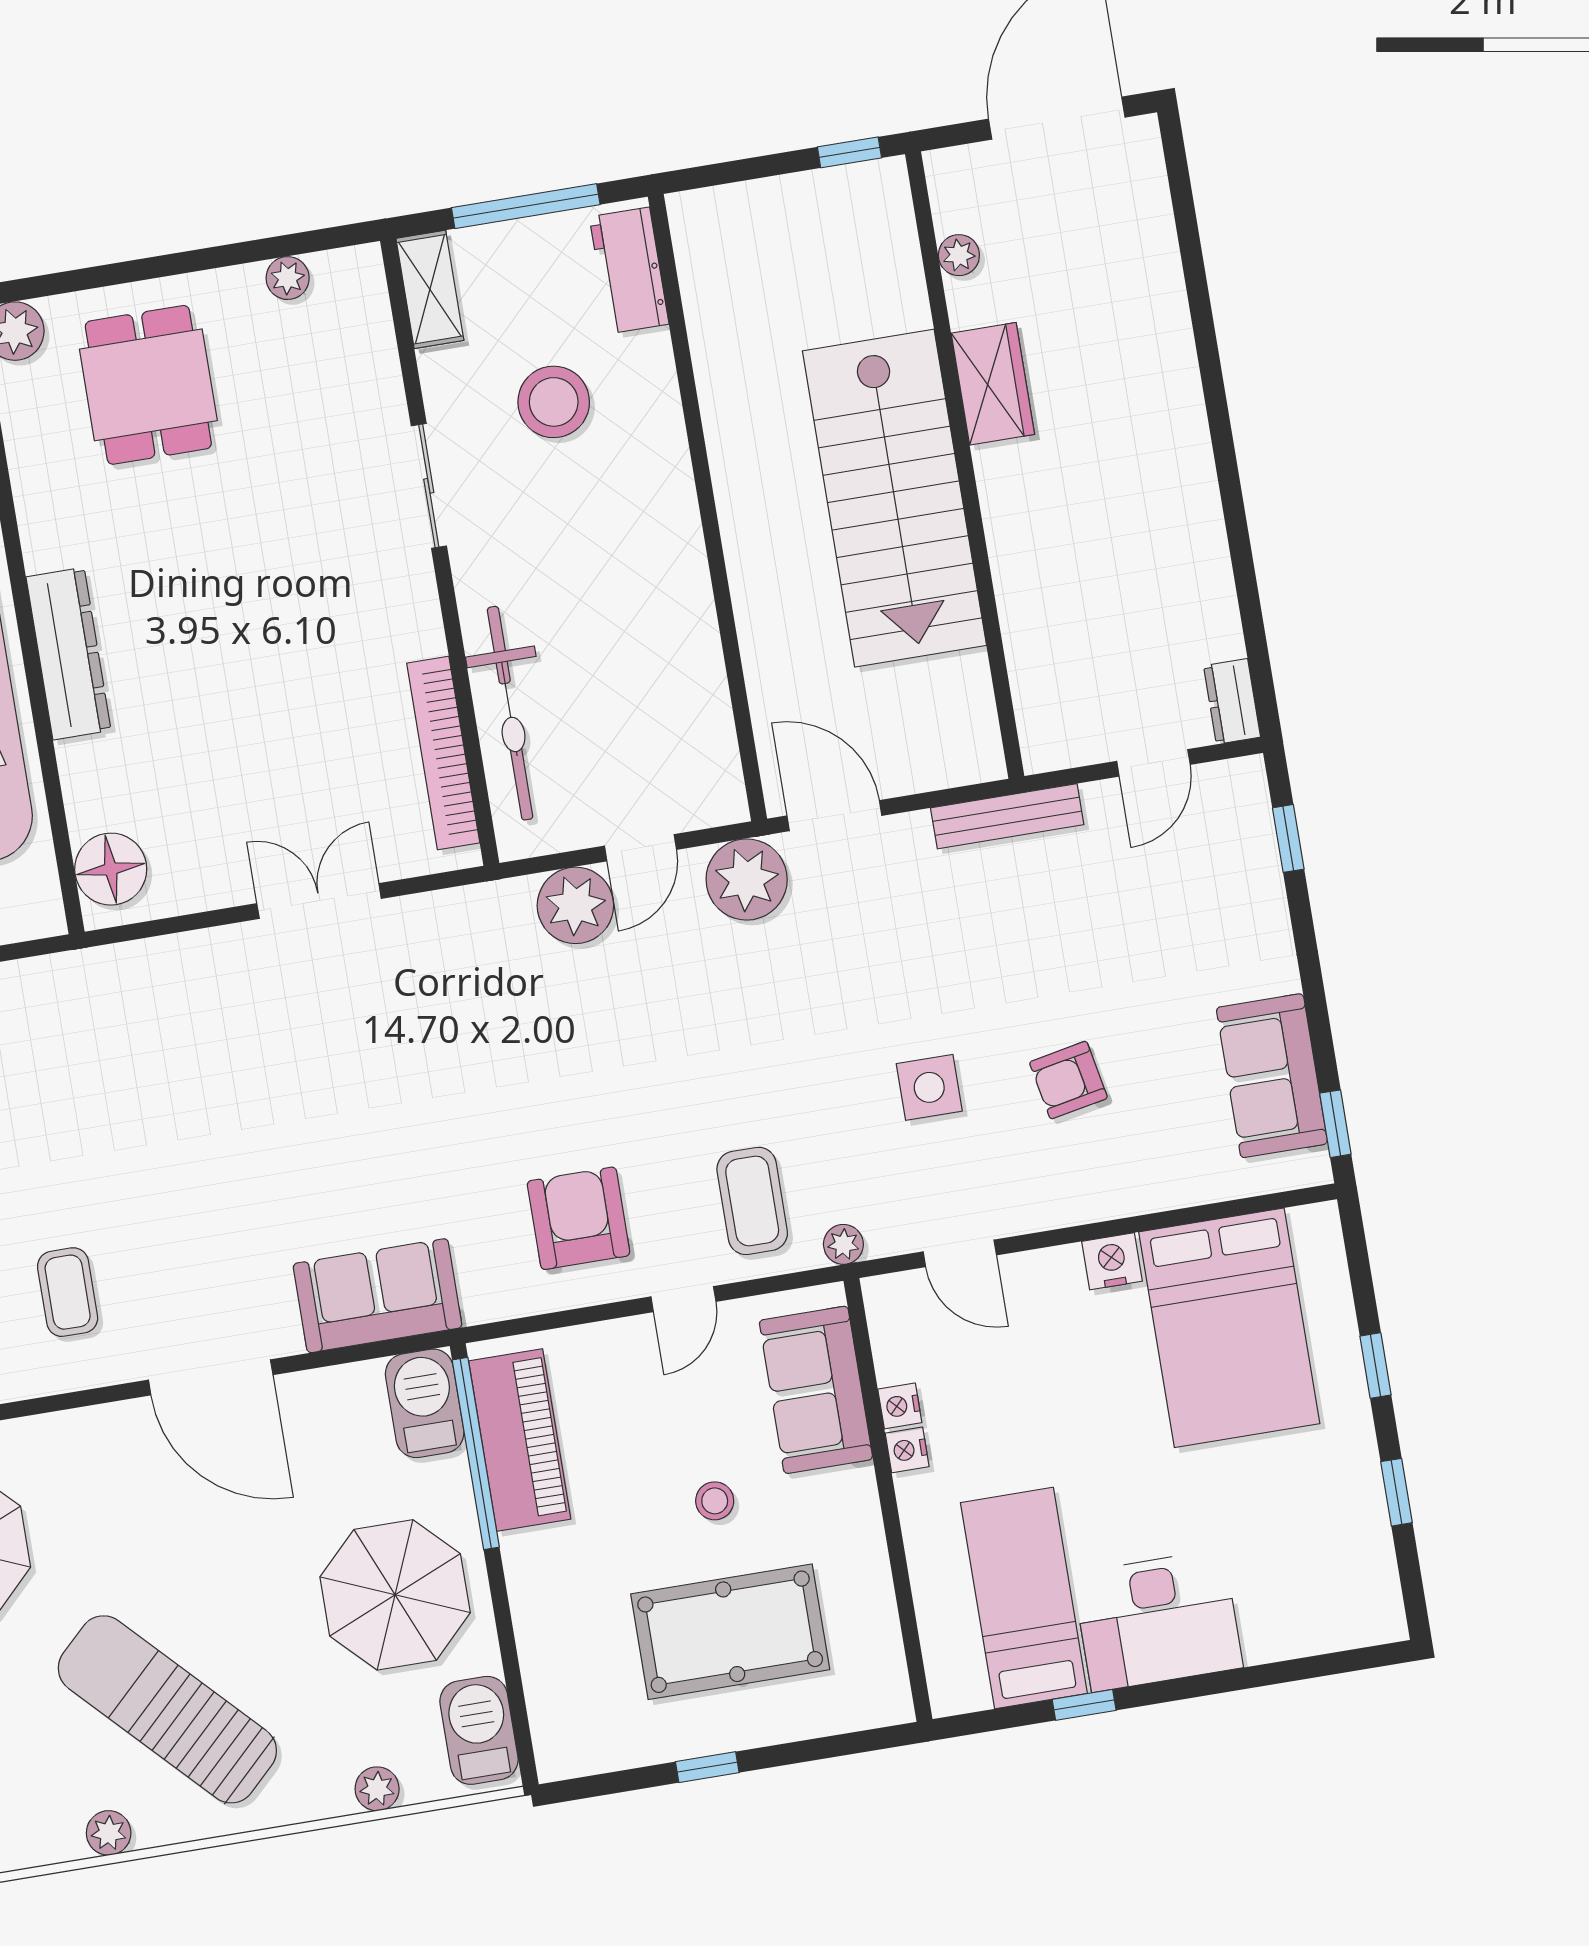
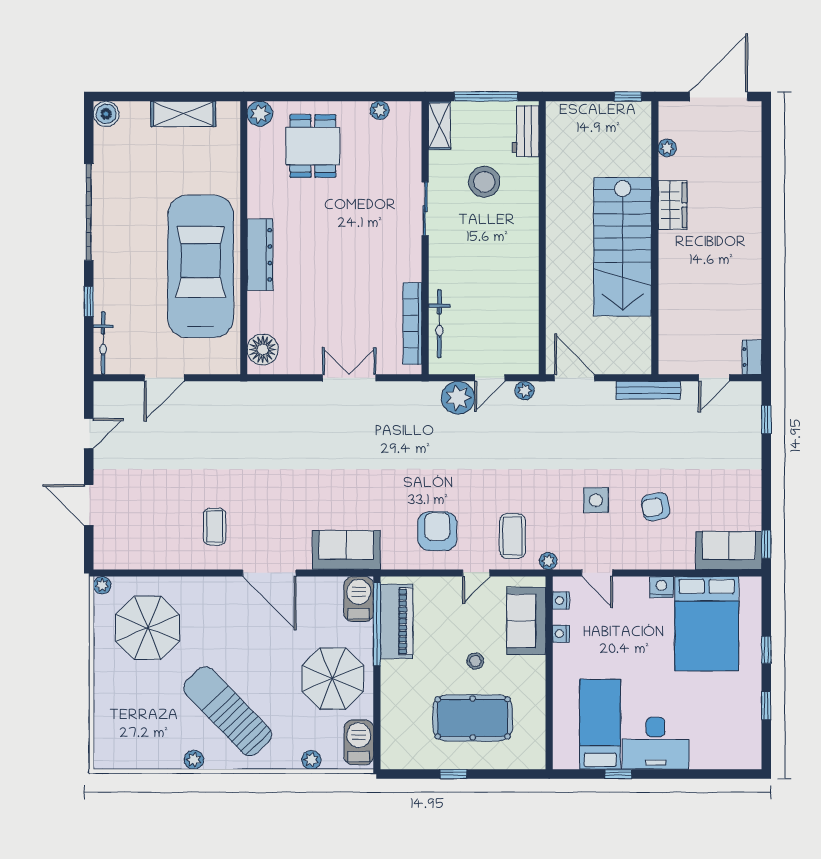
bicycle: (510, 713) -> (439, 324), width x0.73, depth x0.71
plant: (747, 879) -> (525, 391), width x0.53, depth x0.53
sofa: (1272, 1076) -> (729, 550), moved, turned 90
nightstand: (907, 1450) -> (561, 601), moved

